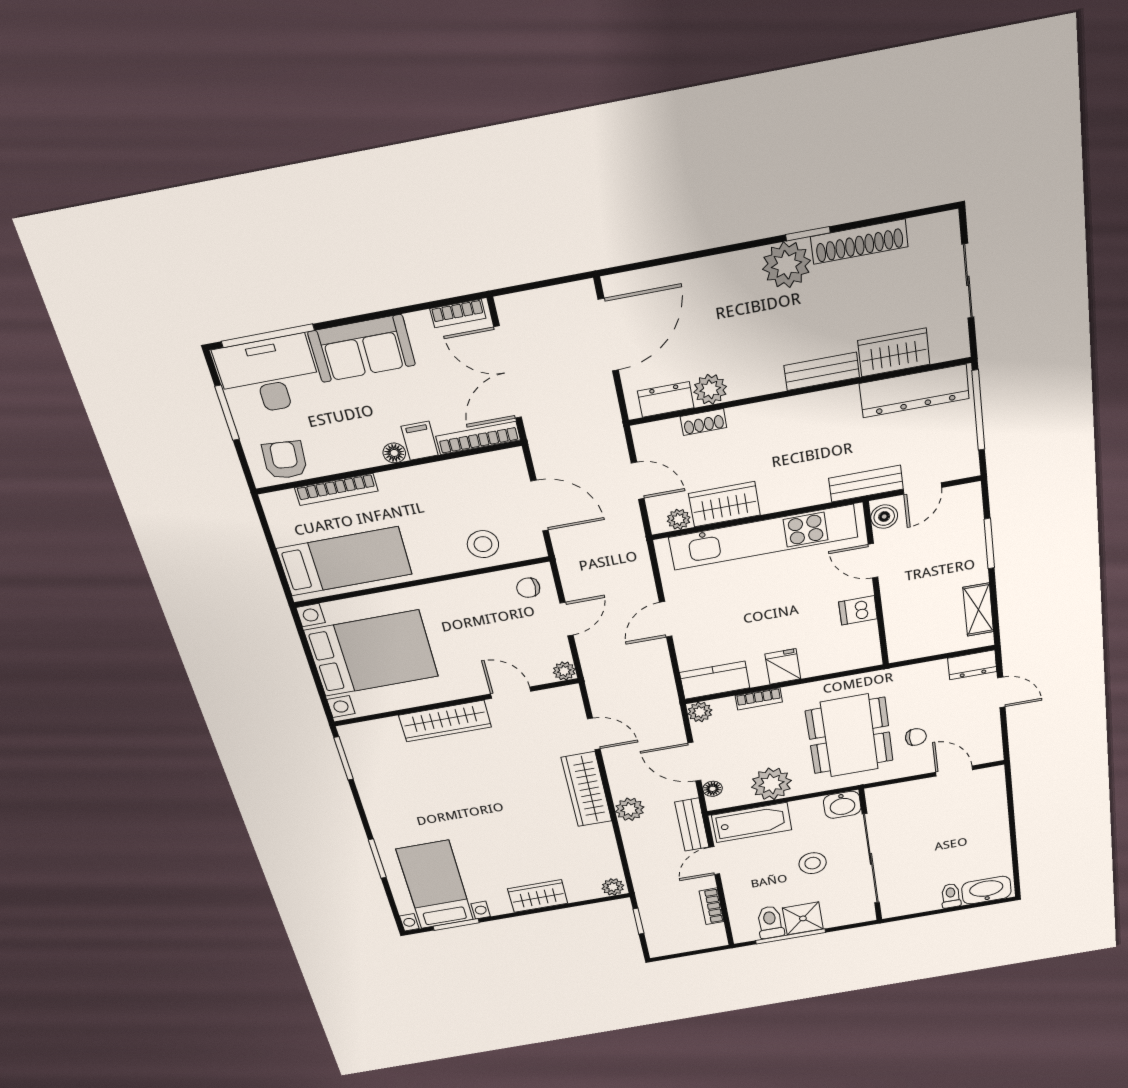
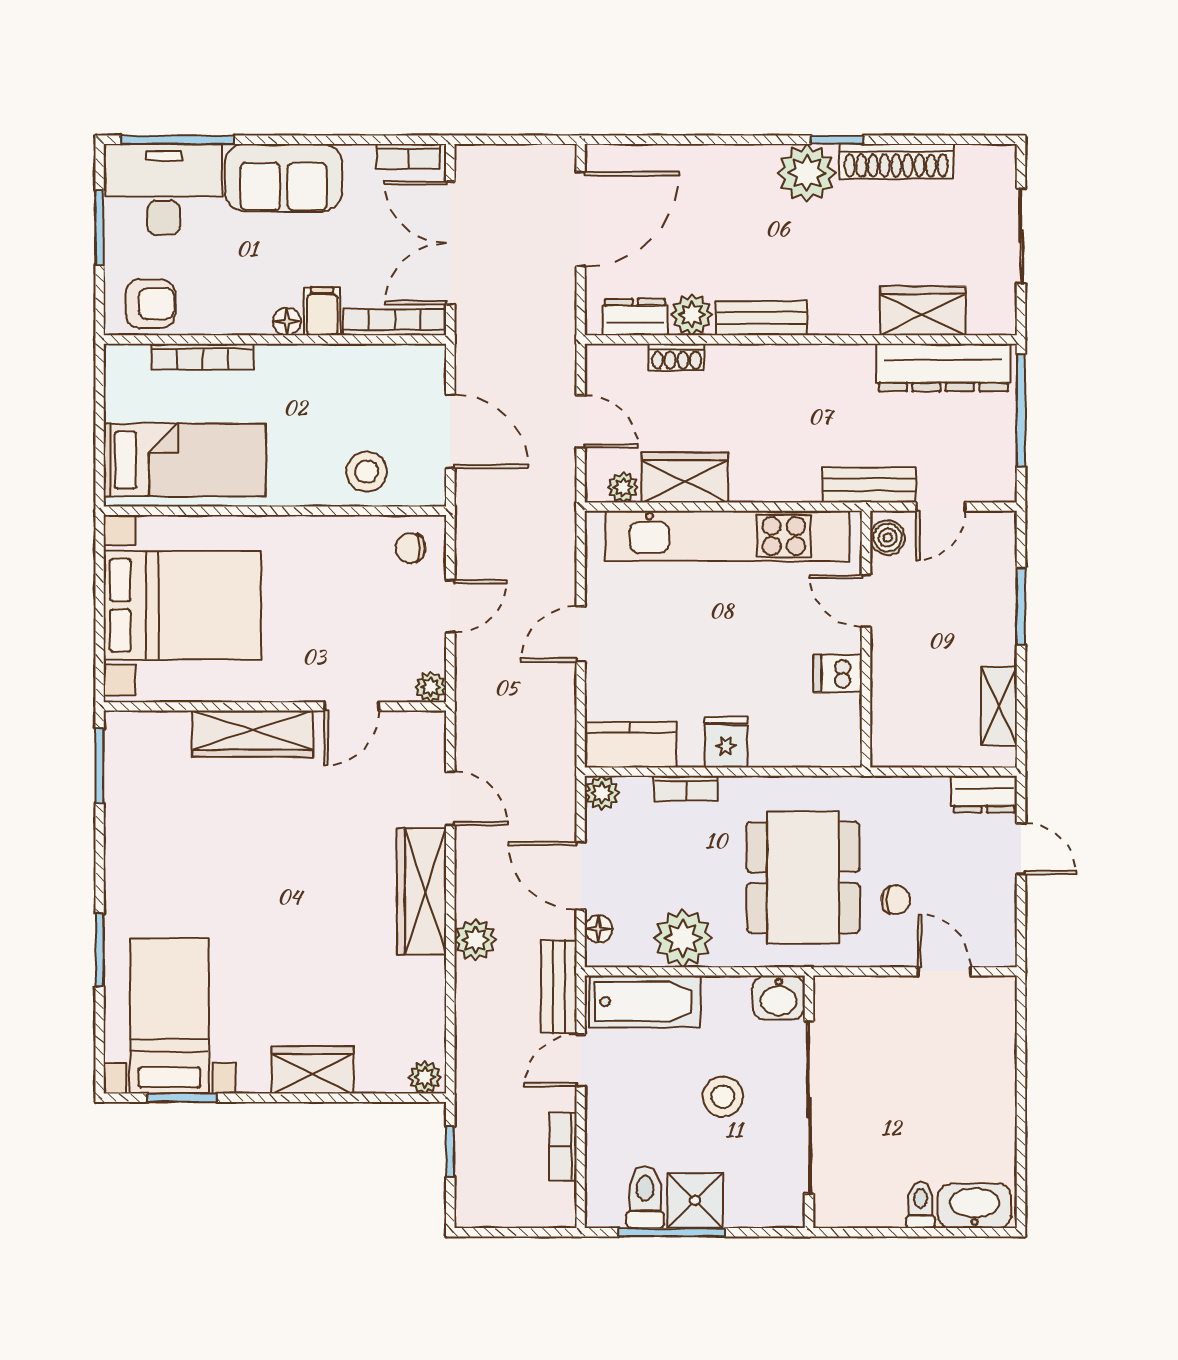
bench: (822, 371) -> (761, 318), moved
armchair: (285, 460) -> (150, 304), turned 85
door: (511, 693) -> (352, 706), swing flipped

